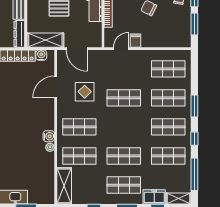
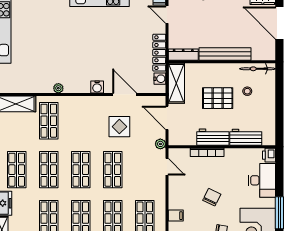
filing cabinet: (136, 41) -> (176, 216), moved
door: (77, 49) -> (167, 118), hinge flipped
plant: (100, 55) -> (160, 144), added
shop shelf: (79, 127) -> (81, 170), moved
water cooler: (49, 136) -> (97, 87), moved

